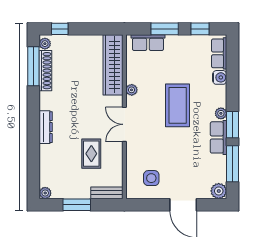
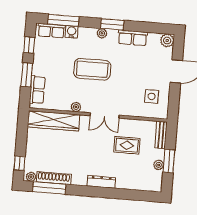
row of seats: (219, 137) -> (133, 38), moved
window: (232, 164) -> (63, 20), moved
plant: (45, 193) -> (159, 165), moved

